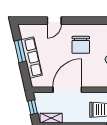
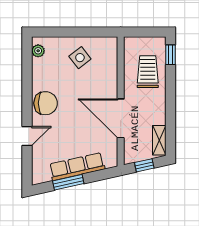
door: (54, 21) -> (27, 136), hinge flipped
chair: (81, 45) -> (46, 103), moved

